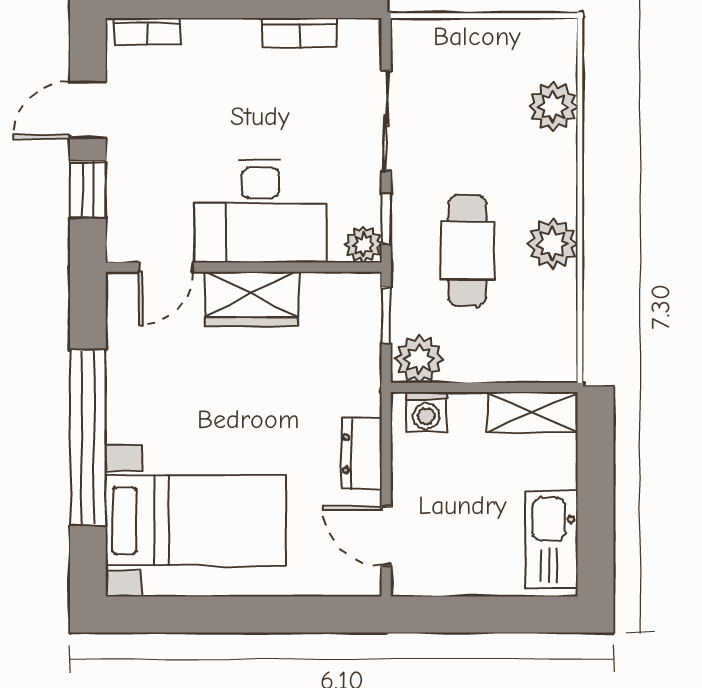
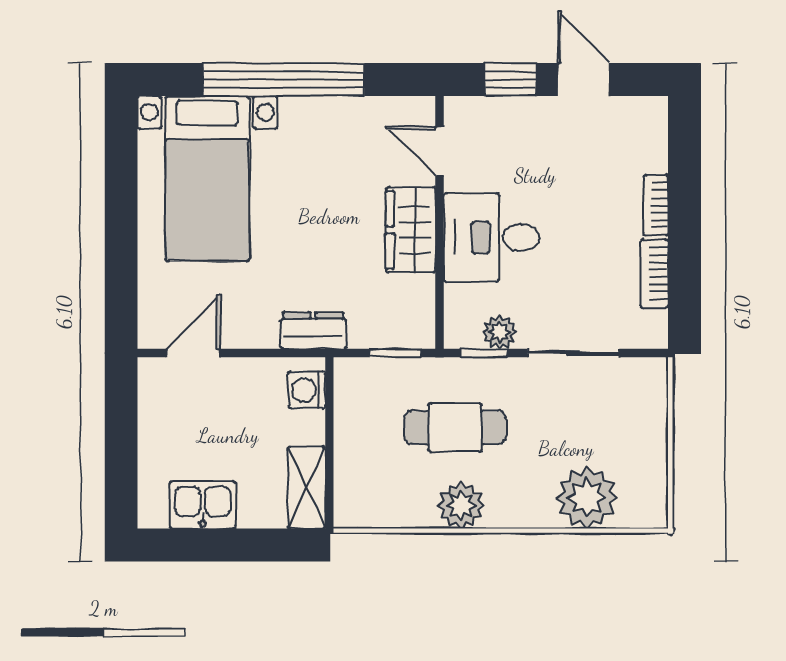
bookcase: (147, 31) -> (656, 205), moved
plant: (553, 107) -> (587, 498), width x1.36, depth x1.36
desk: (260, 211) -> (491, 238), width x0.73
plant: (363, 244) -> (500, 332), moved
plant: (419, 359) -> (355, 383), removed
dresser: (362, 454) -> (313, 331), moved
kitchen sink: (552, 539) -> (203, 505), width x0.73

